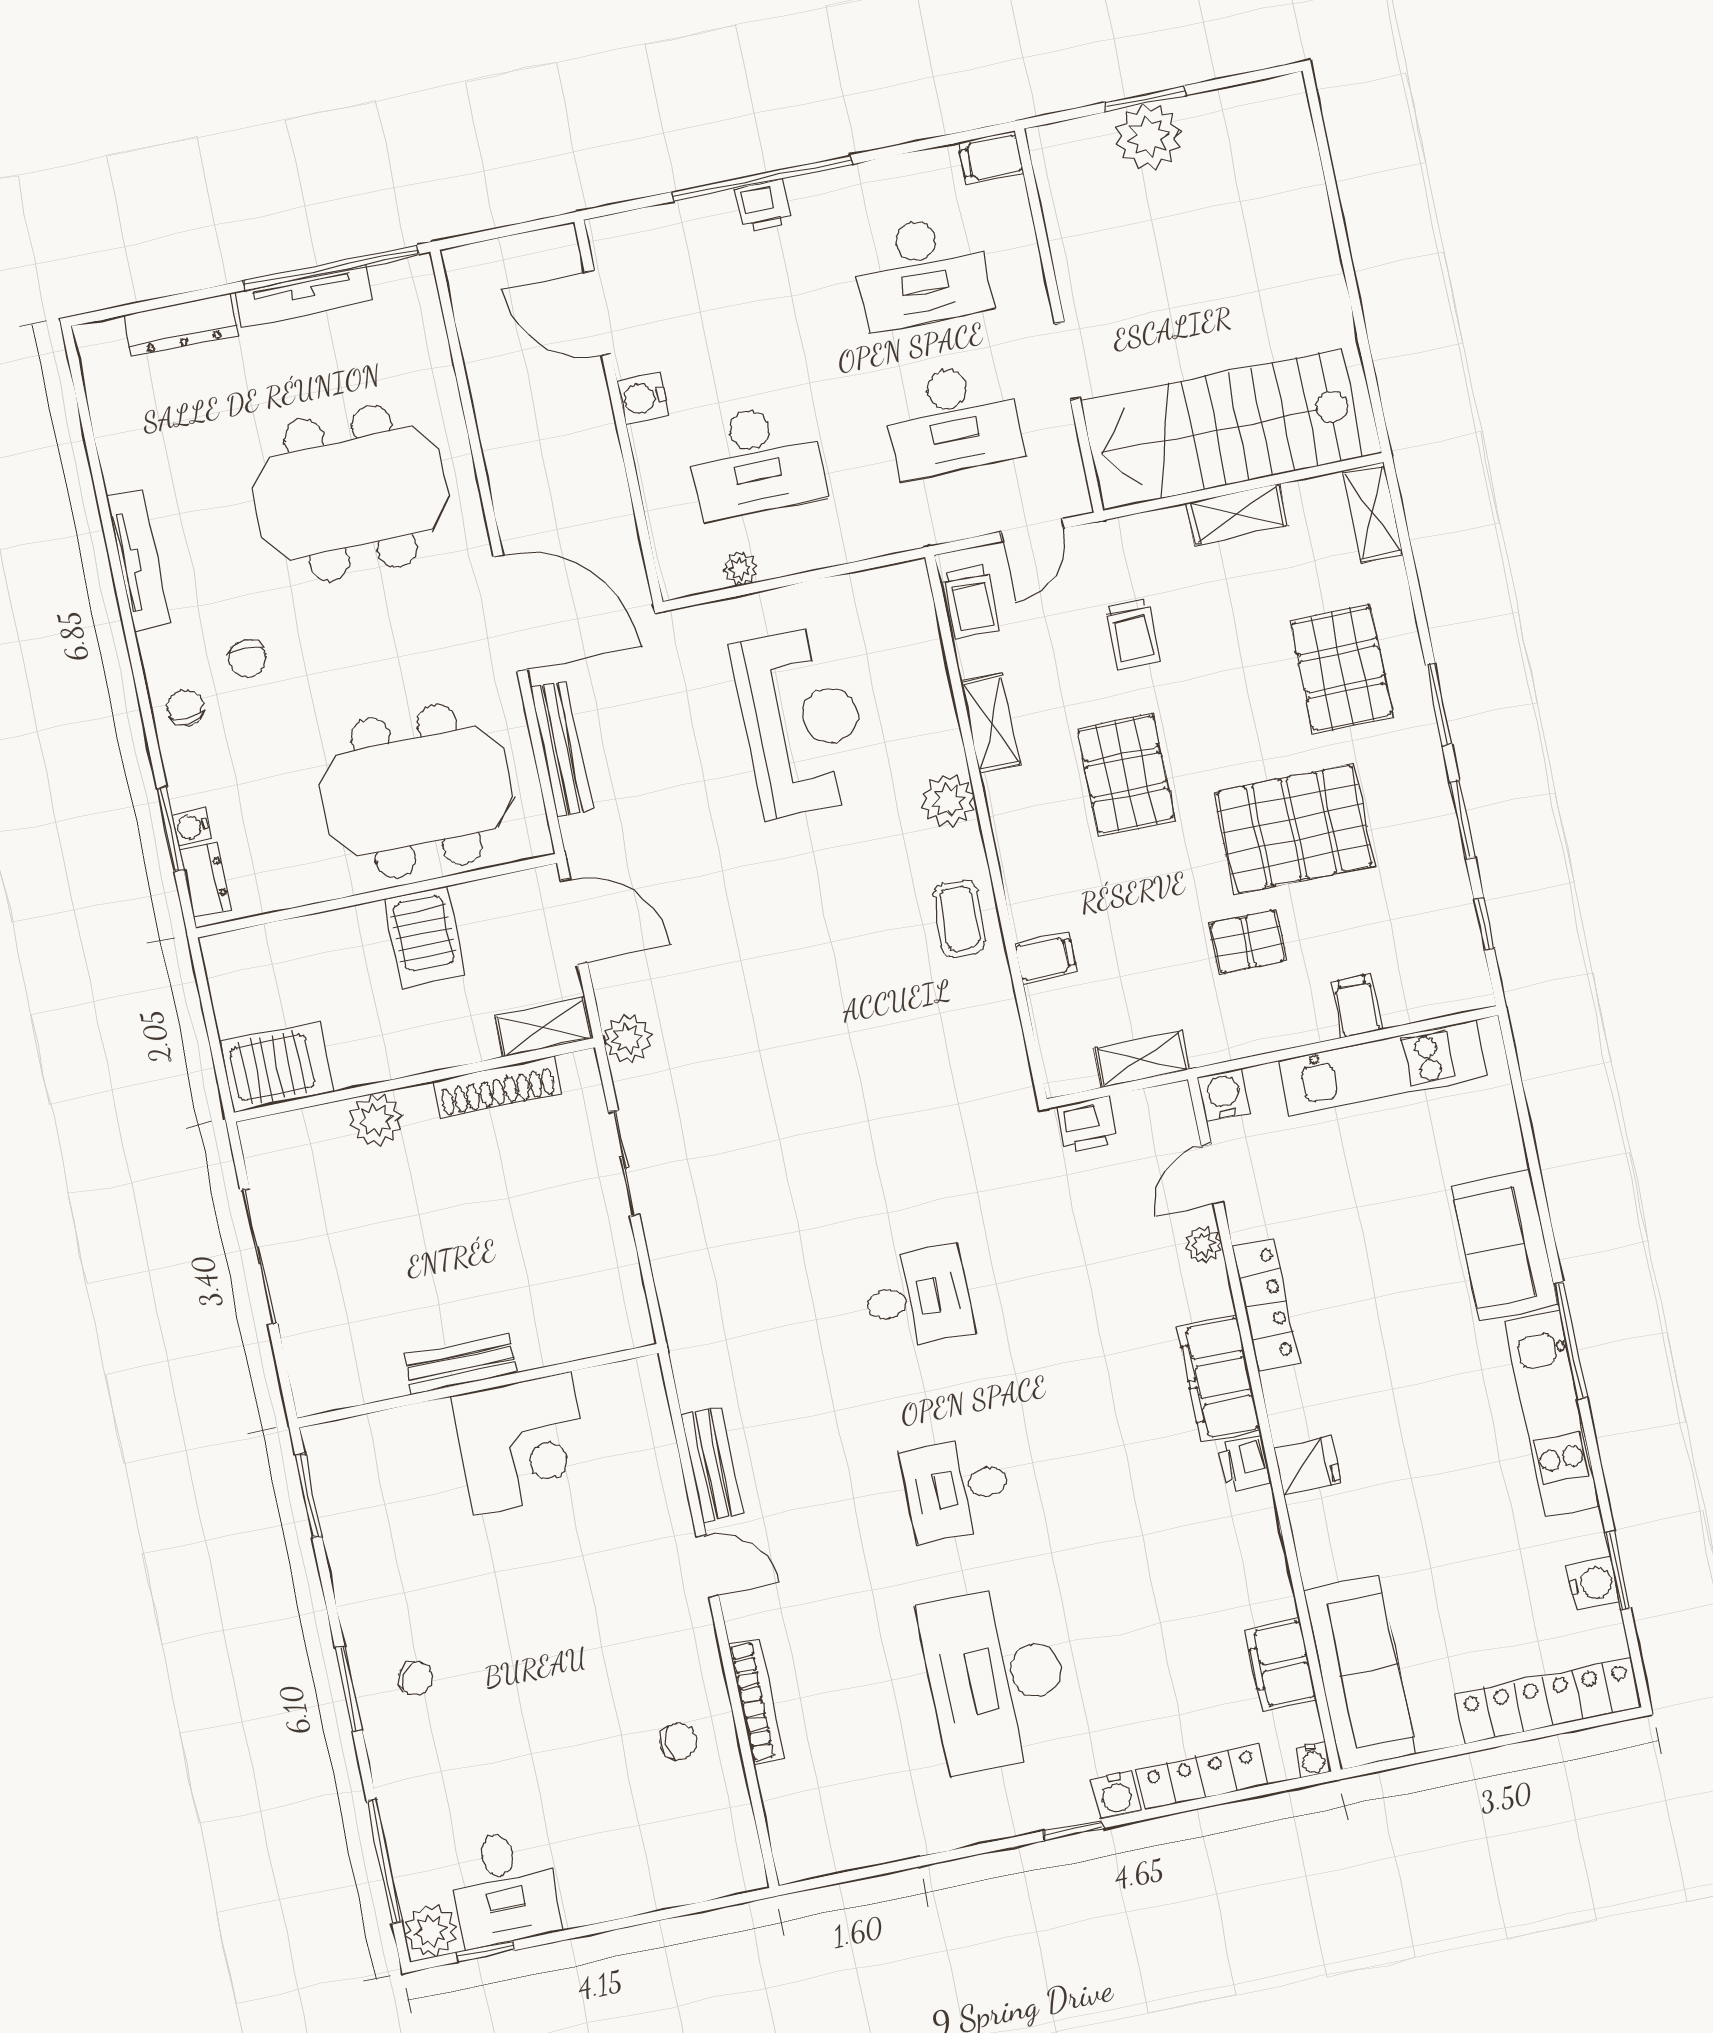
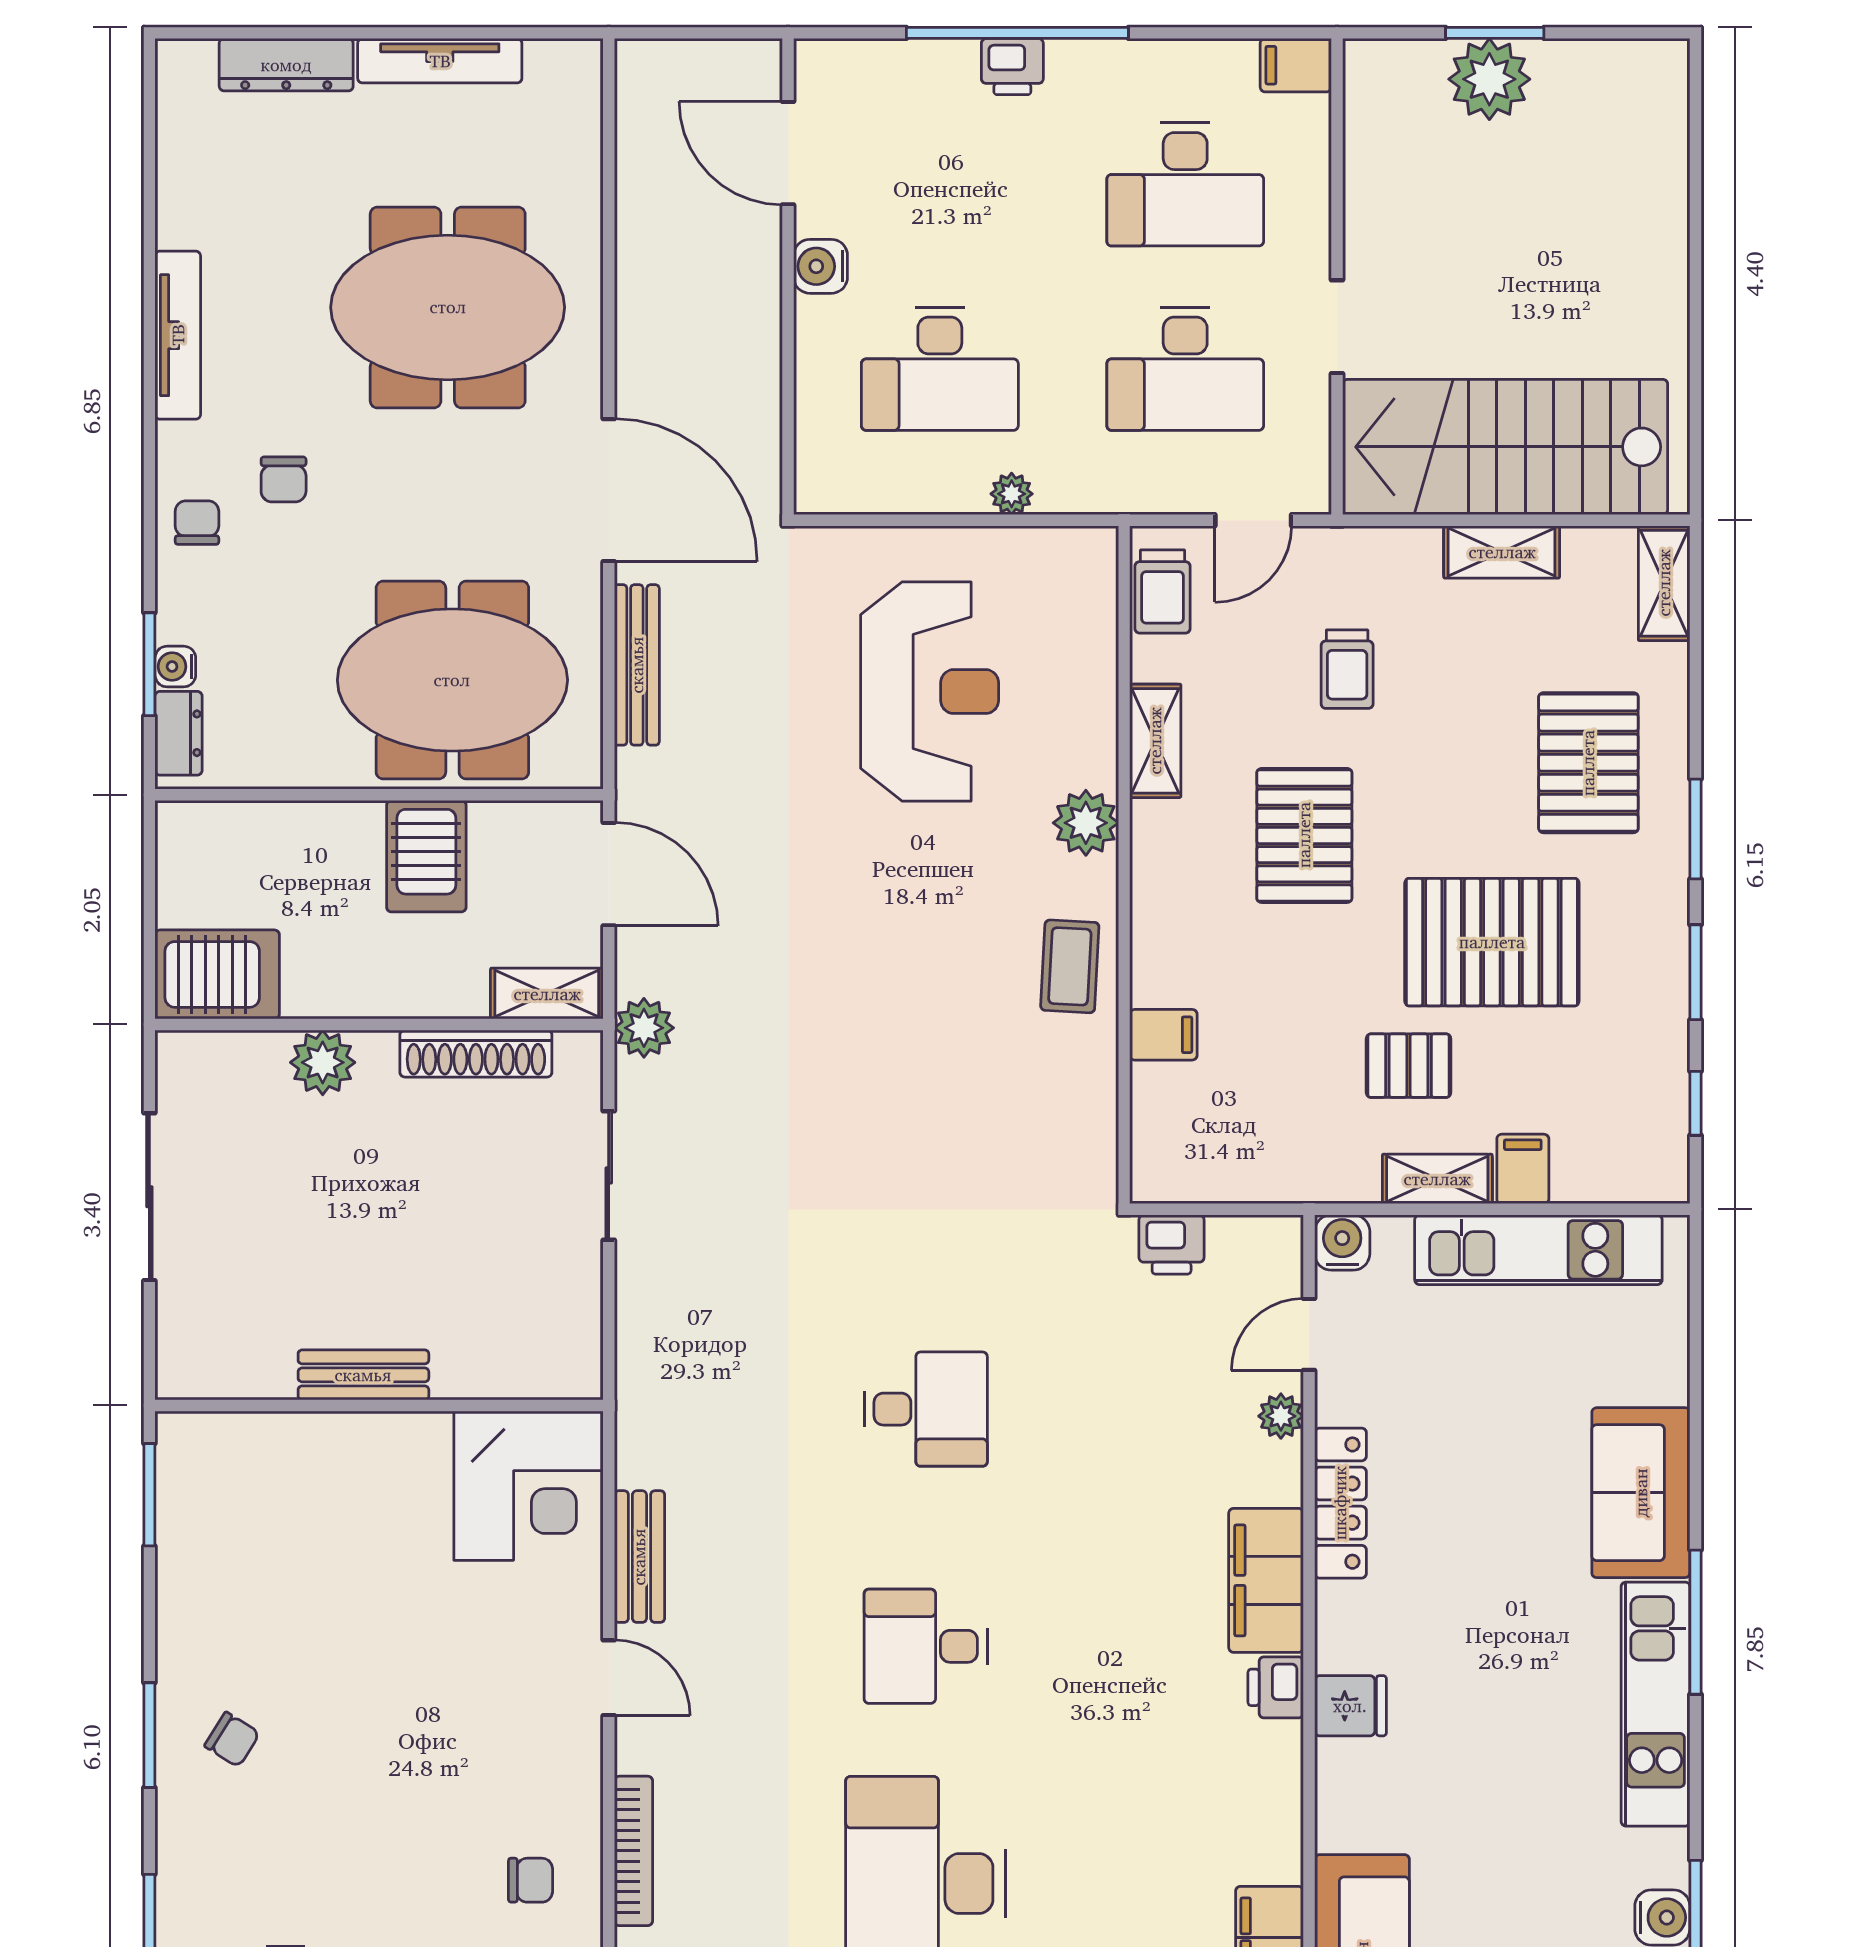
window: (331, 267) -> (480, 33), removed
plant: (740, 568) -> (1012, 494), moved
shelving: (1142, 1059) -> (1437, 1179), moved
corner desk: (522, 1444) -> (528, 1486), moved

